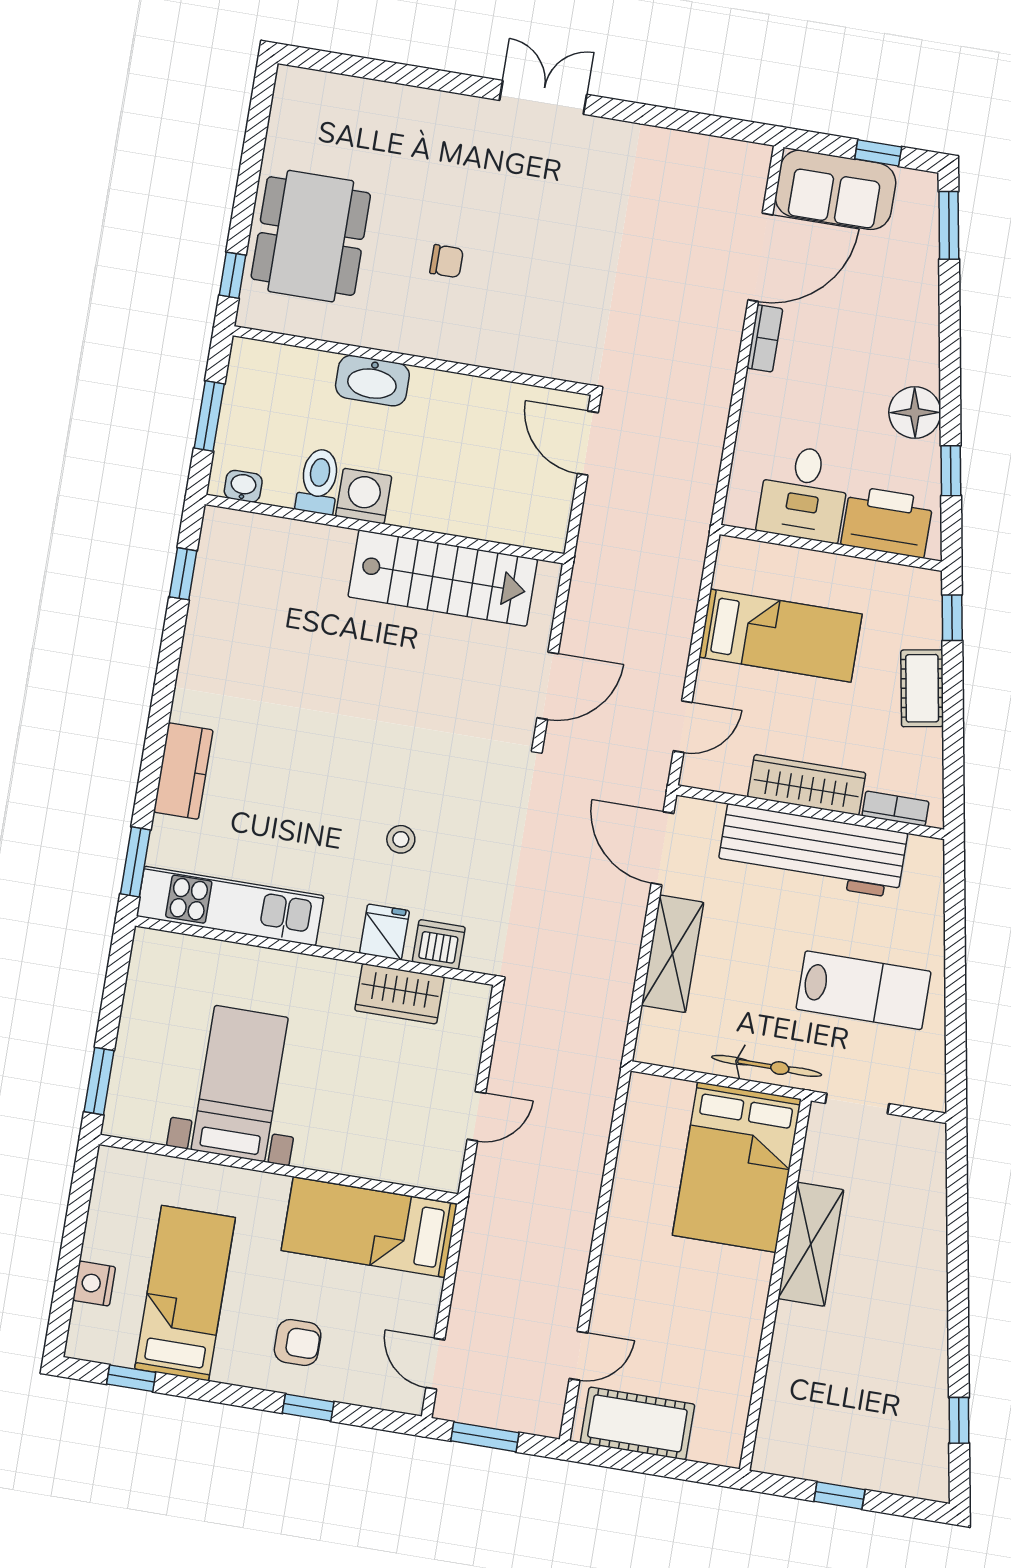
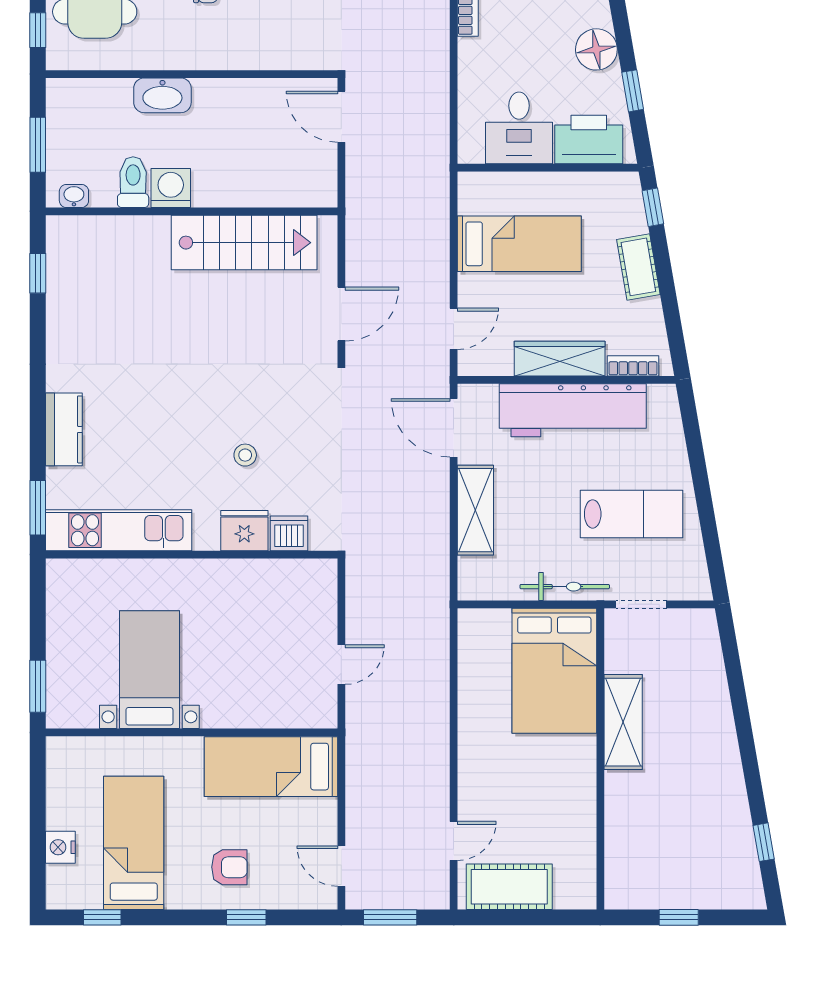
fridge: (384, 932) -> (244, 531), width x1.38
wardrobe: (399, 994) -> (264, 578), removed

